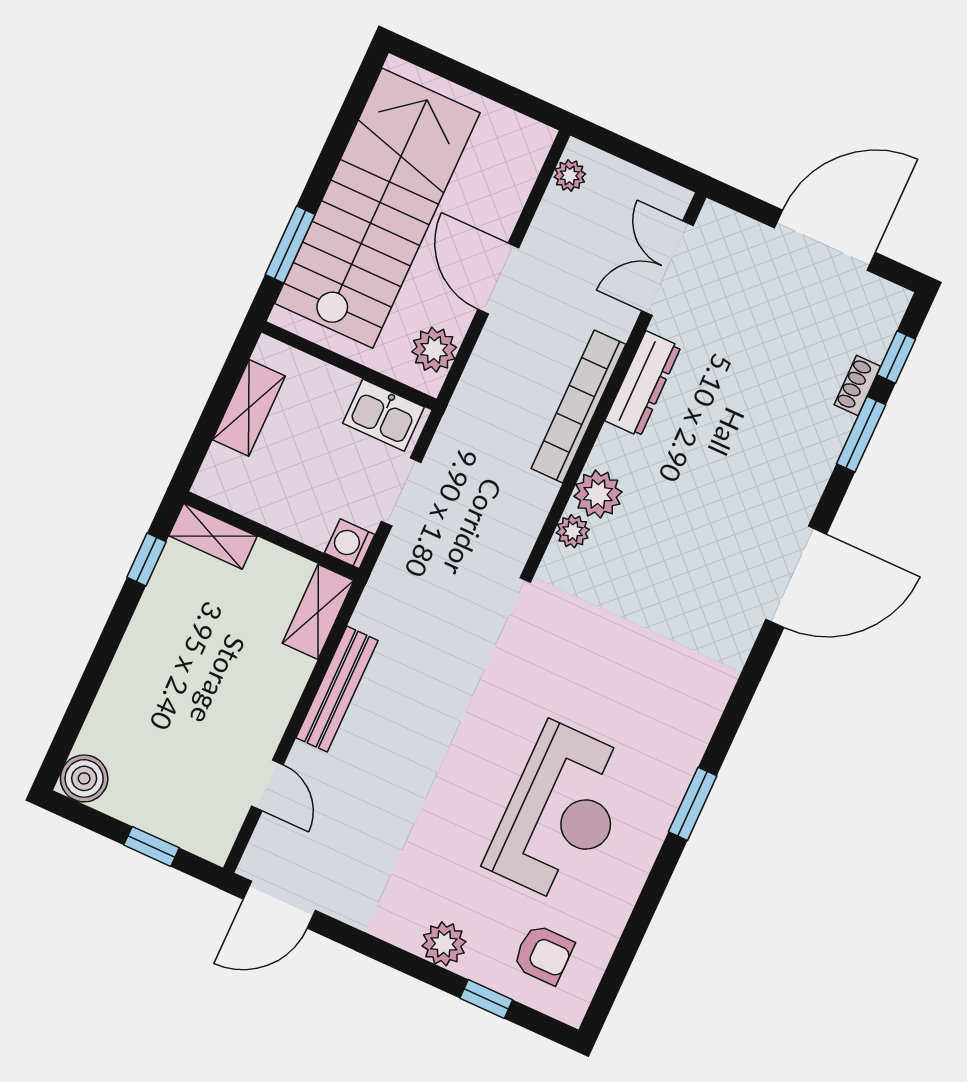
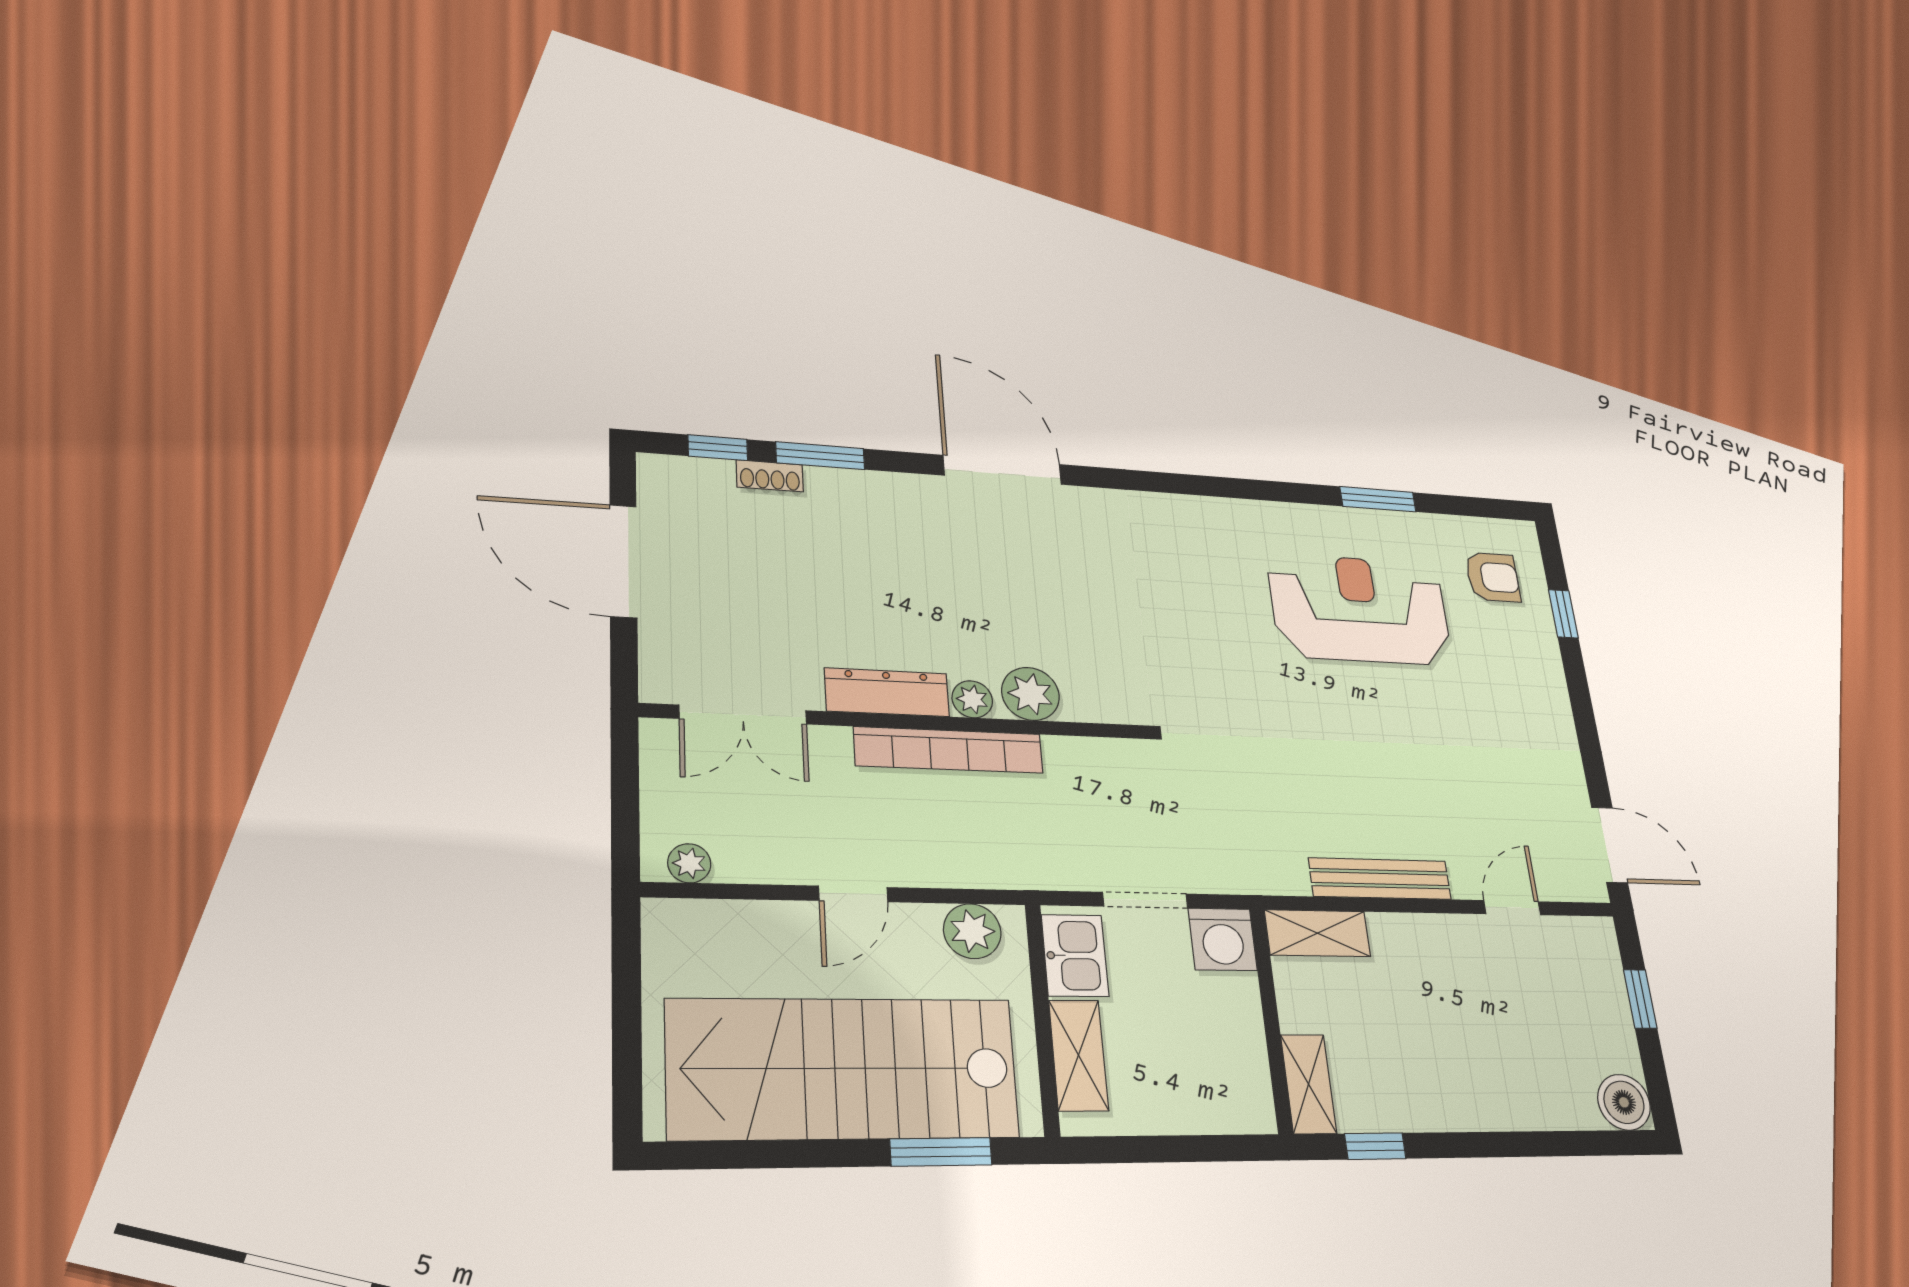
door: (498, 279) -> (853, 894), width x0.73
shelving: (249, 408) -> (1078, 1055), moved, turned 90
plant: (573, 531) -> (972, 699), moved
washing machine: (350, 544) -> (1223, 939), width x1.38, depth x1.38
window: (693, 804) -> (1378, 499), moved
plant: (444, 944) -> (1542, 672), removed
armchair: (543, 954) -> (1493, 577), turned 90

